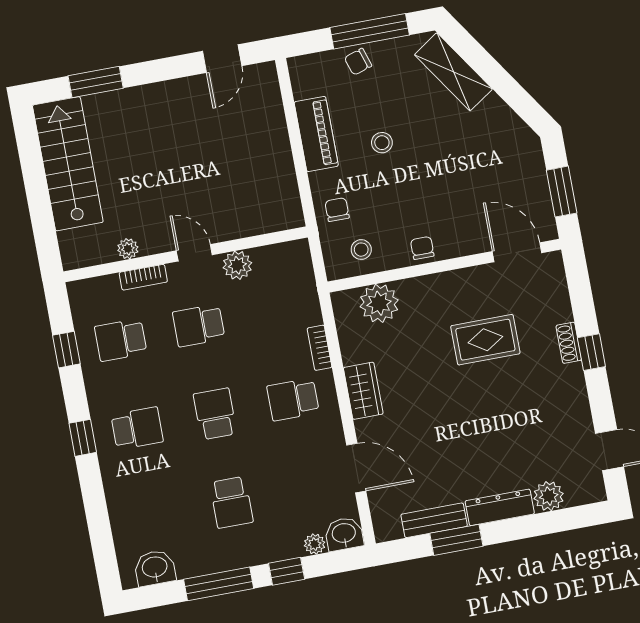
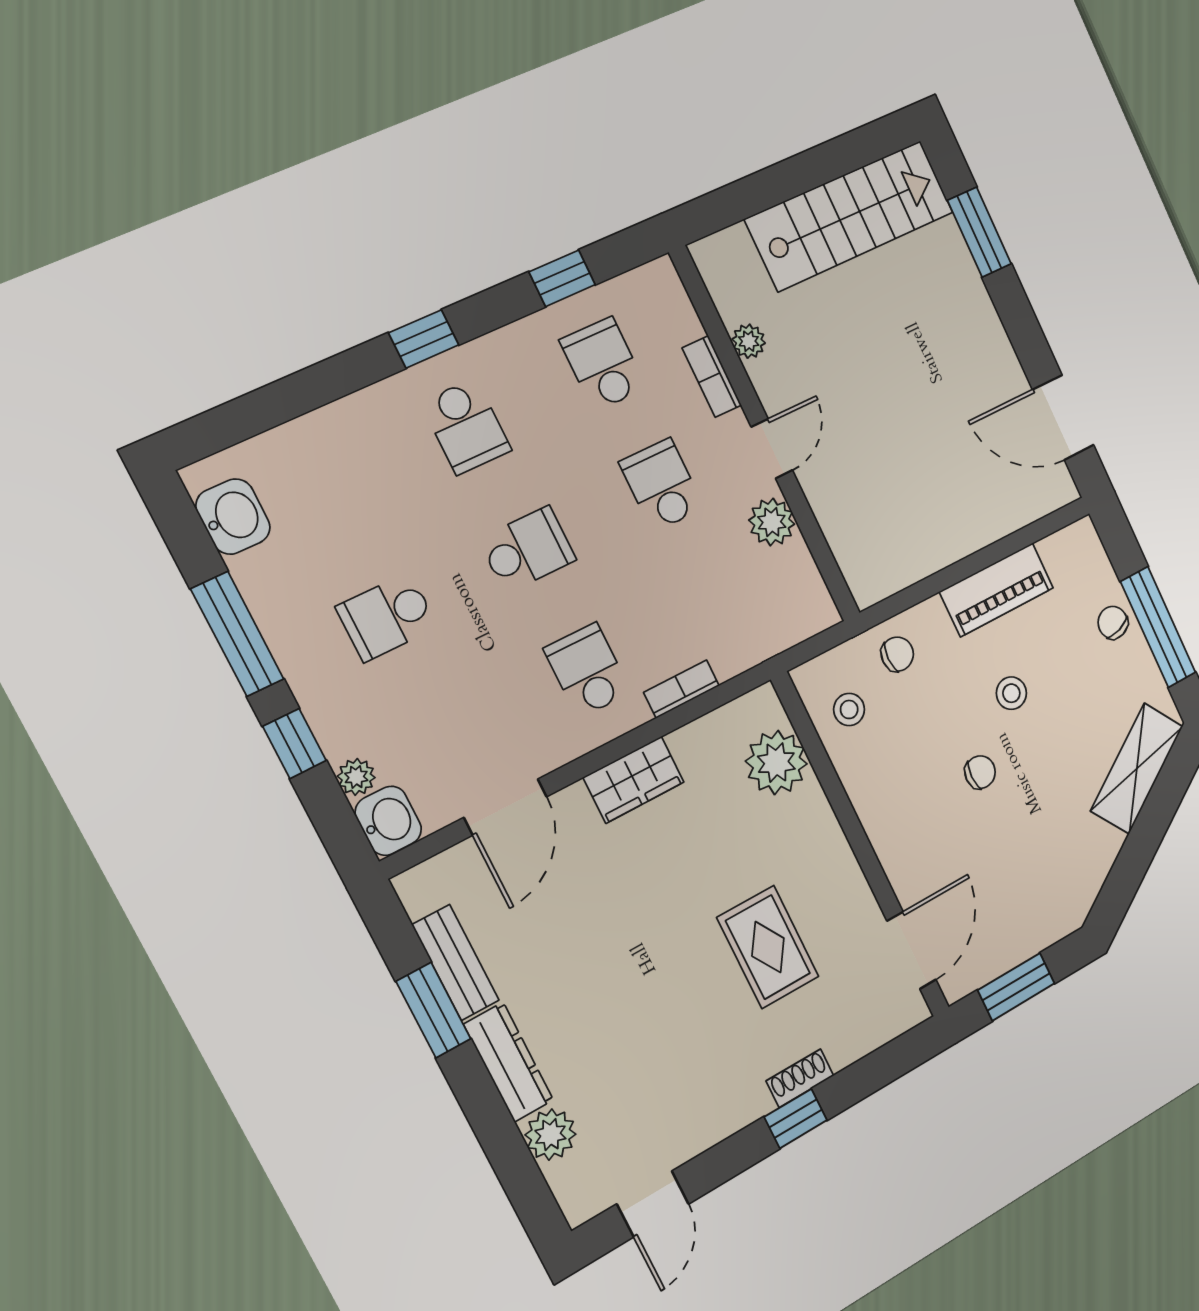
door: (222, 59) -> (1063, 417), width x1.38
chair: (422, 248) -> (980, 772), moved

